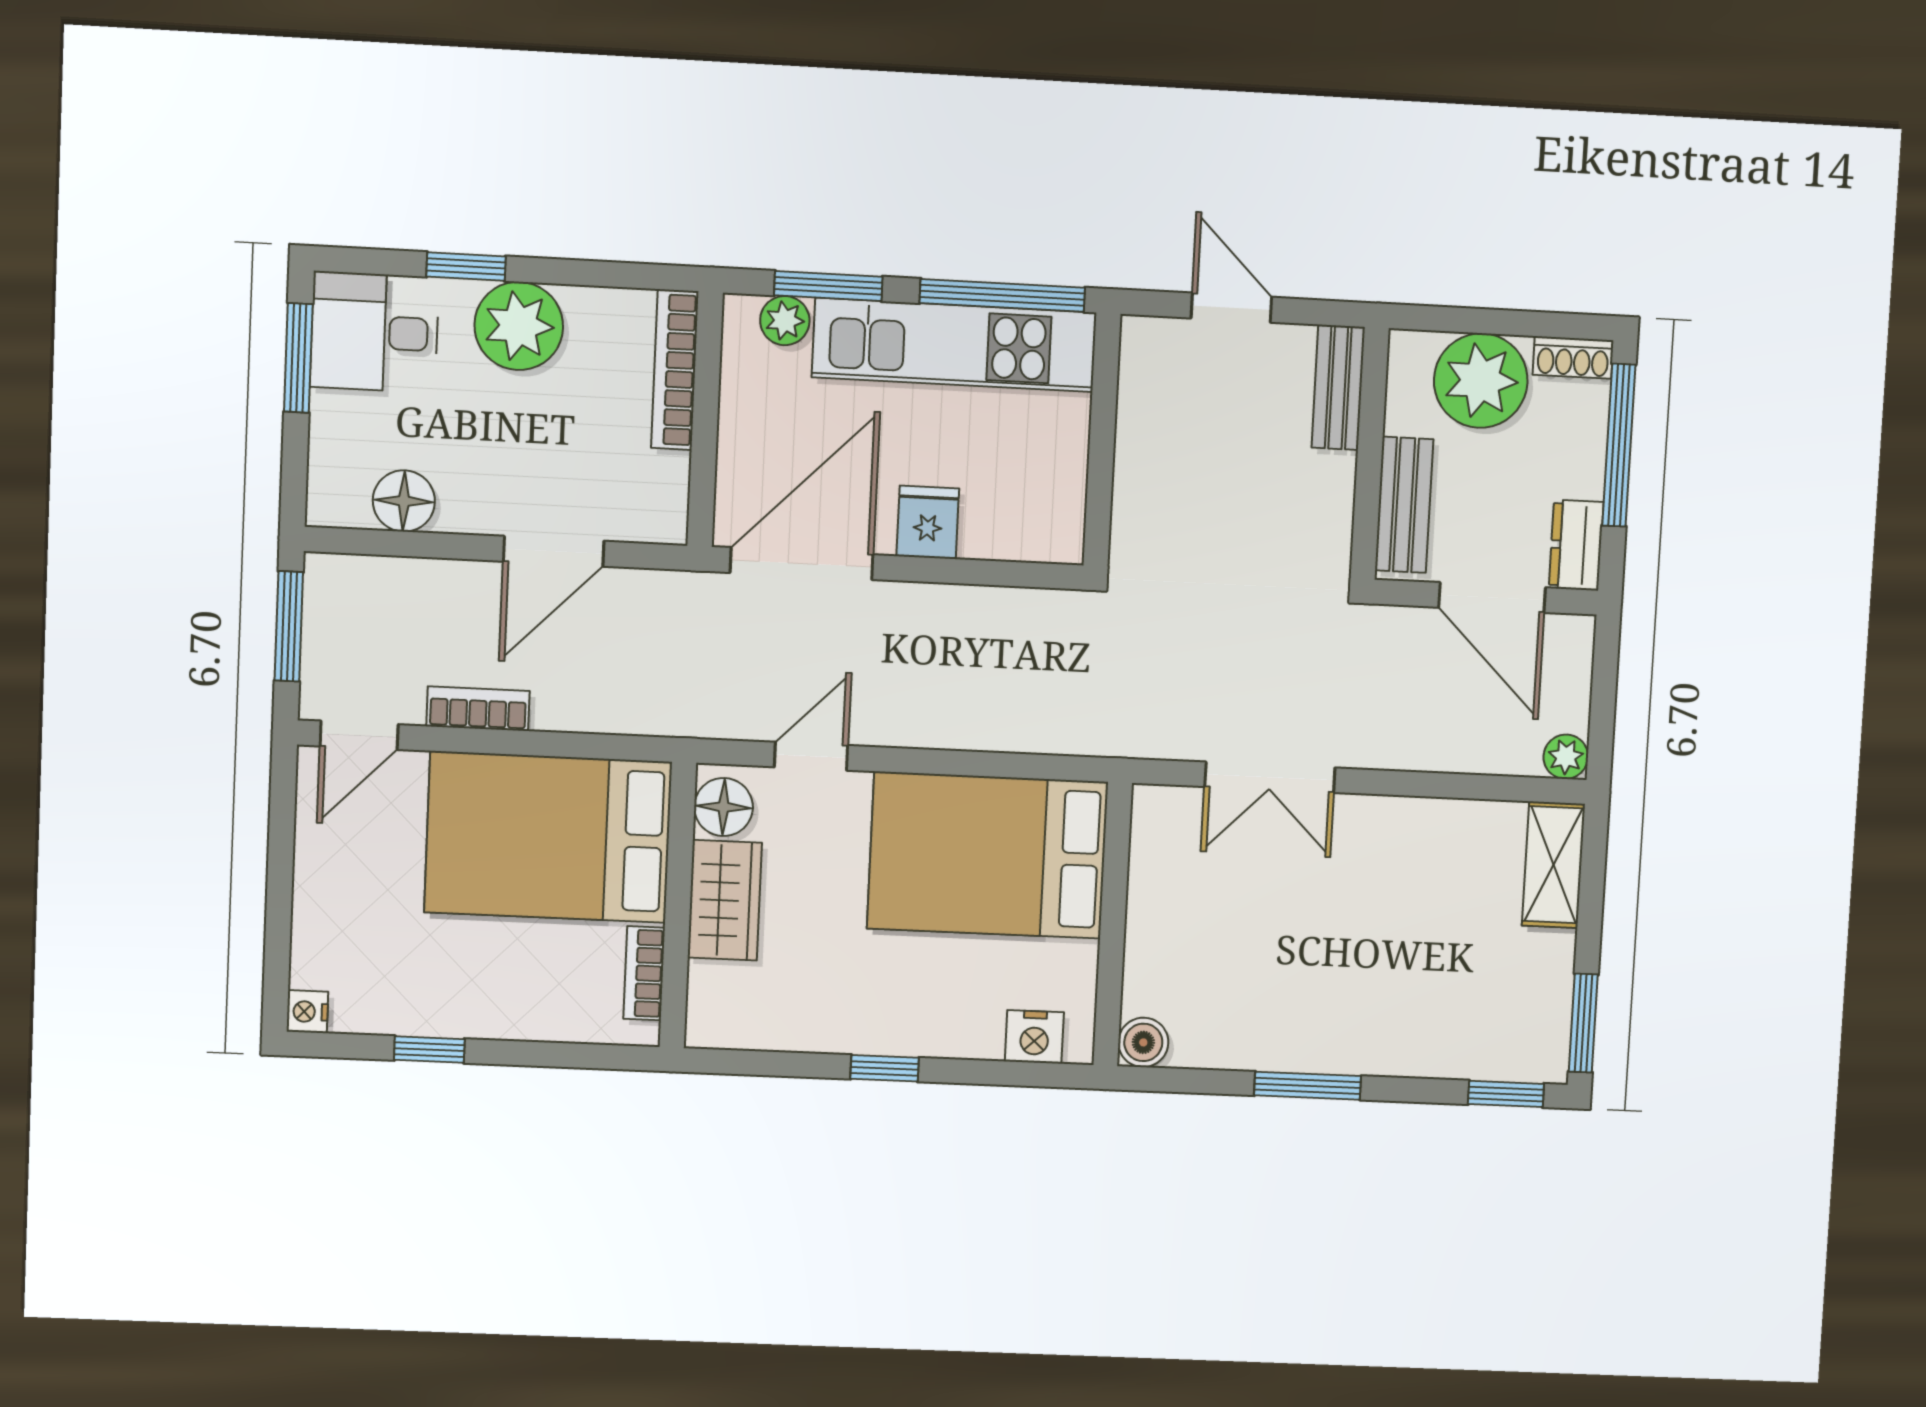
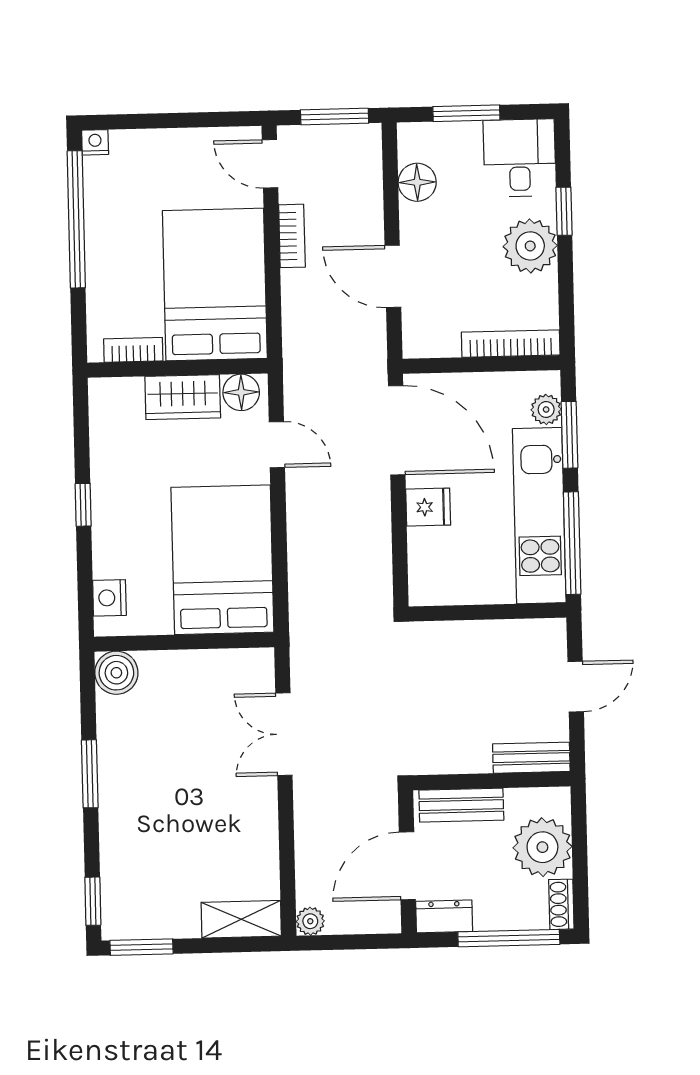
window: (298, 358) -> (466, 113), moved
boiler: (1143, 1042) -> (116, 673), width x1.36, depth x1.36
window: (429, 1050) -> (76, 219), width x3.17

